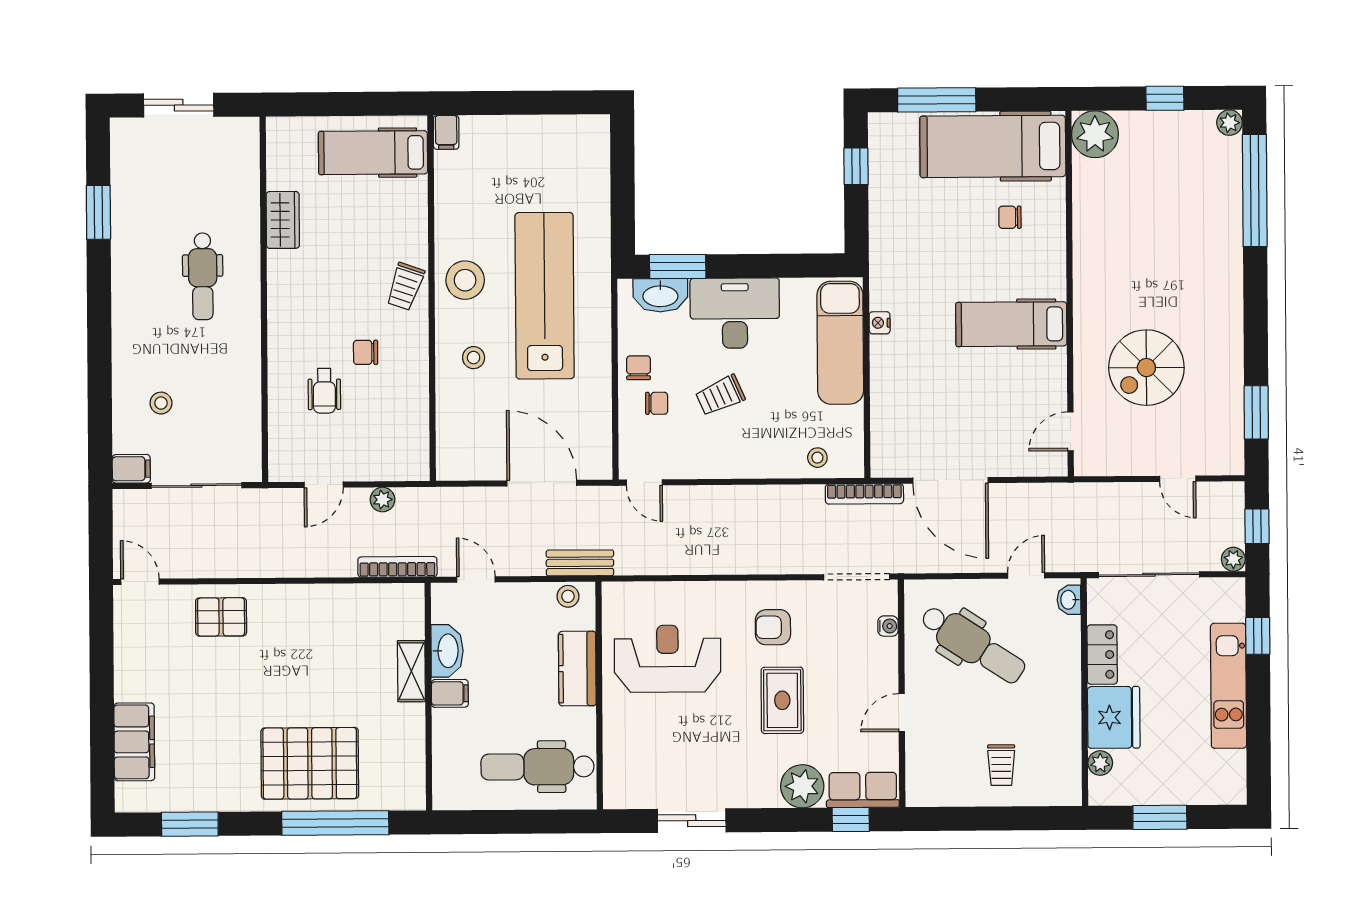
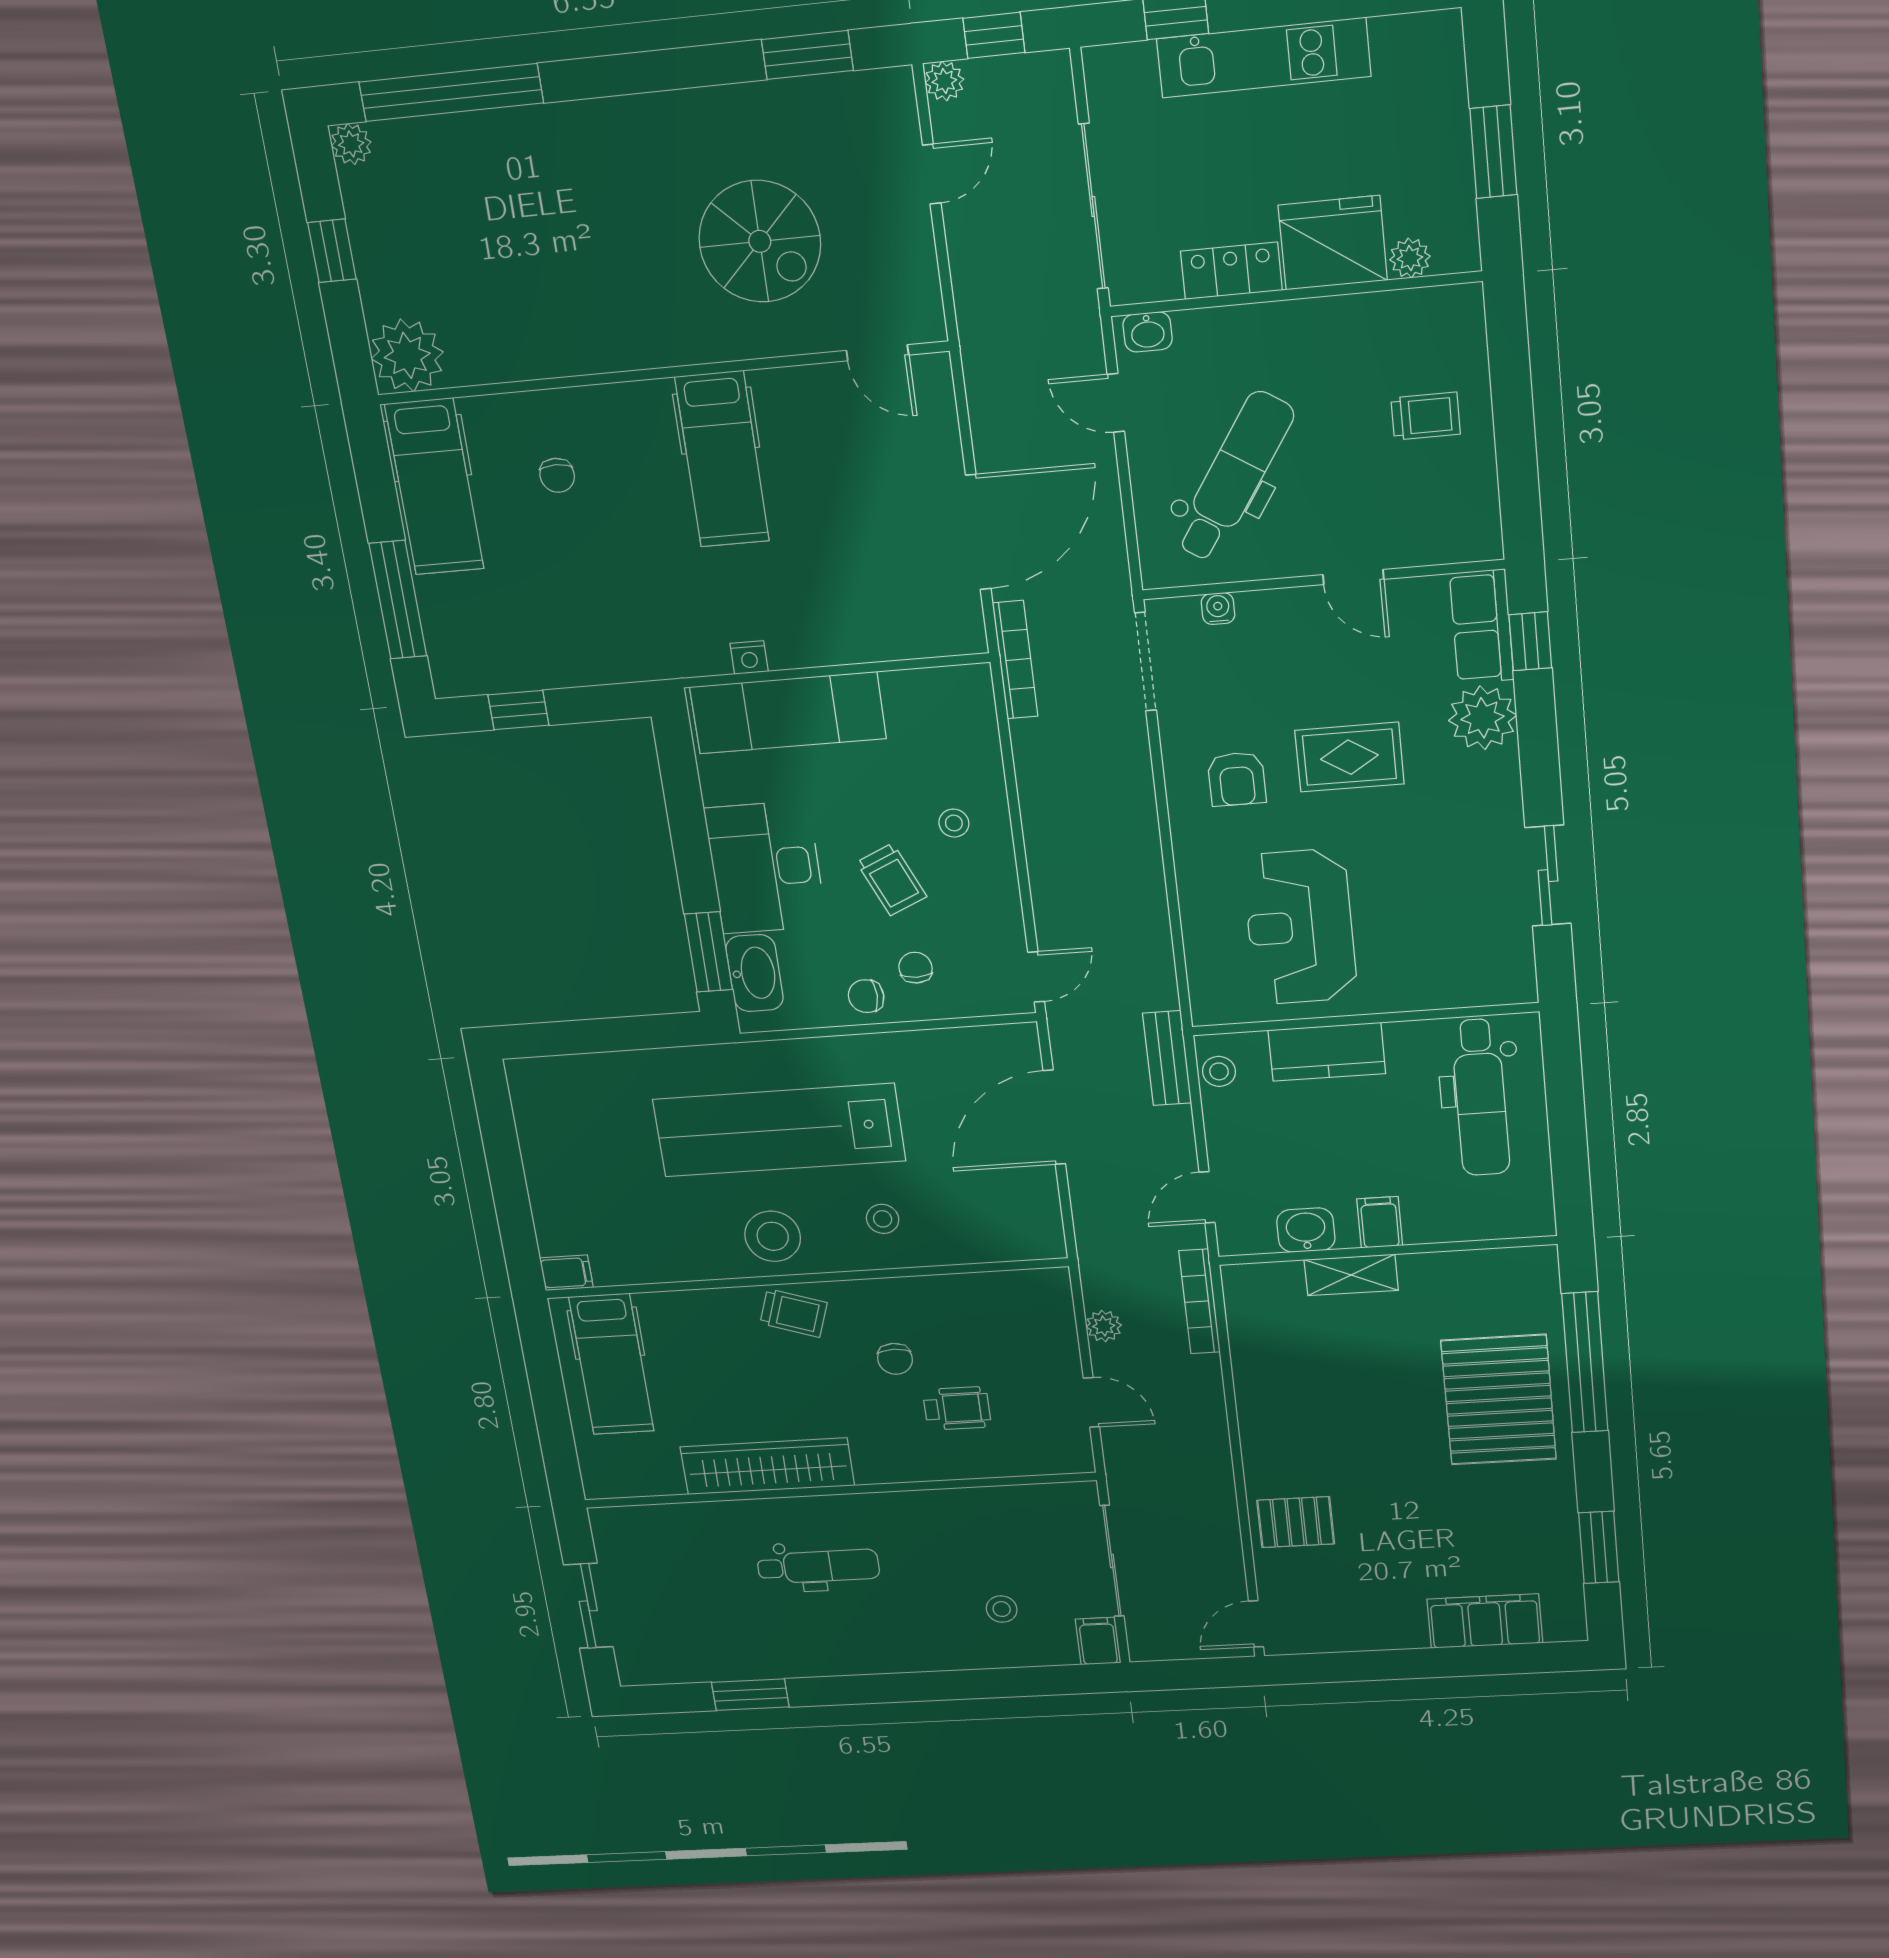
hospital bed: (993, 146) -> (434, 487), width x0.73, depth x0.78
wardrobe: (283, 220) -> (767, 1466), width x2.10, depth x1.17
stool: (817, 458) -> (954, 823), moved
plant: (1233, 559) -> (944, 81), moved
pallet: (221, 617) -> (1296, 1522), turned 90
washbasin: (447, 651) -> (1306, 1230), width x0.72

